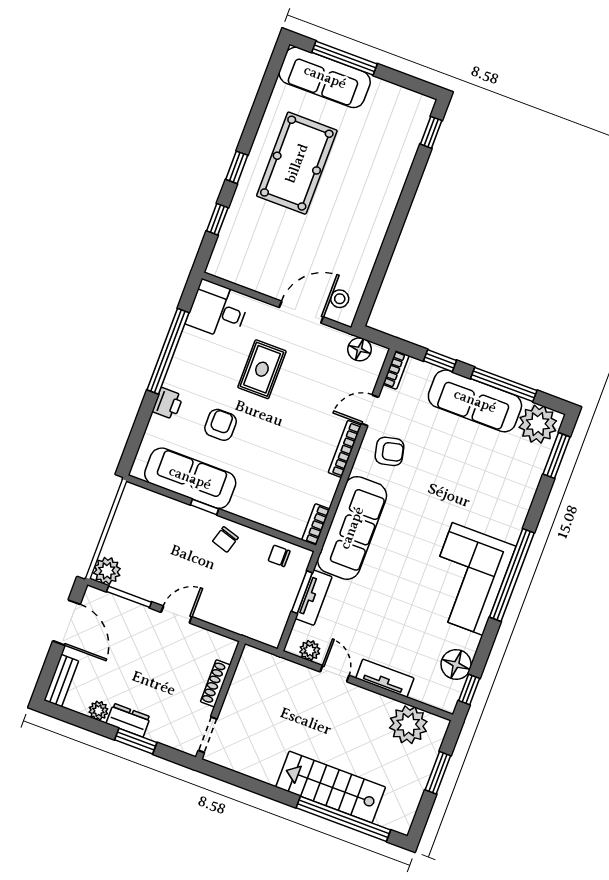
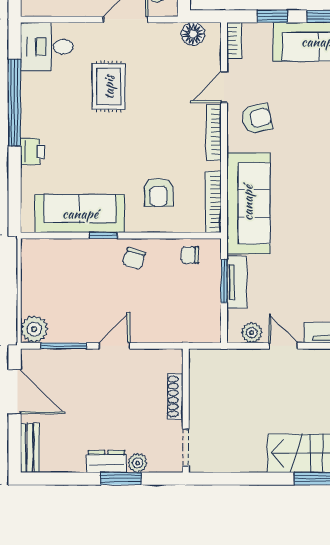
armchair: (221, 425) -> (159, 192), moved, turned 180
bookcase: (316, 525) -> (213, 202), width x1.56
plant: (98, 711) -> (138, 463), moved

